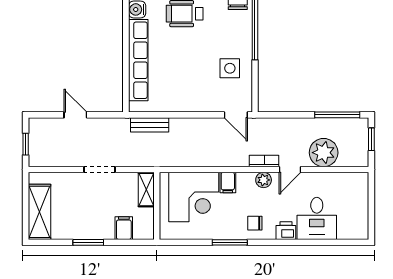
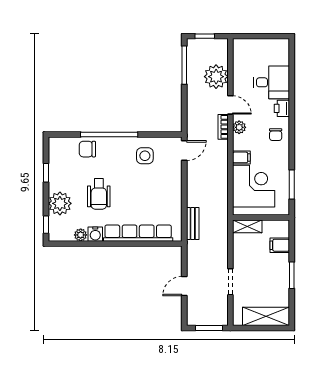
window: (26, 144) -> (209, 328), width x1.50
doorway: (99, 169) -> (230, 282), moved
window: (230, 242) -> (292, 184), moved

